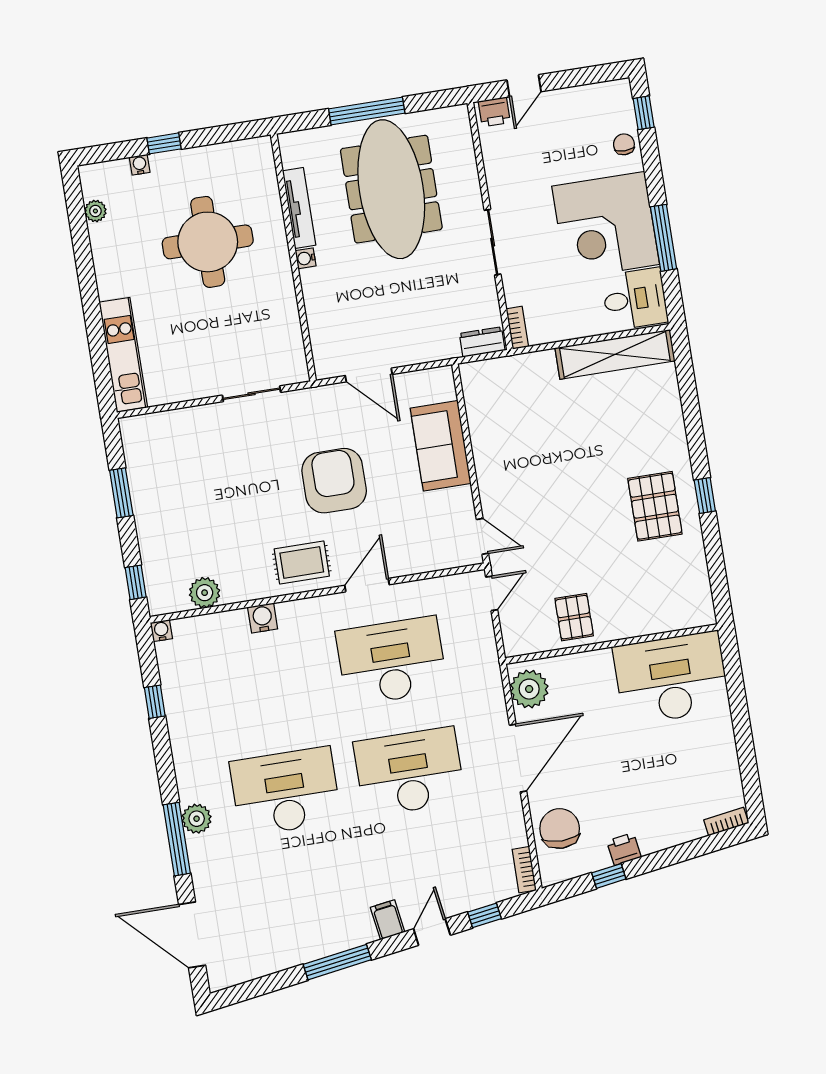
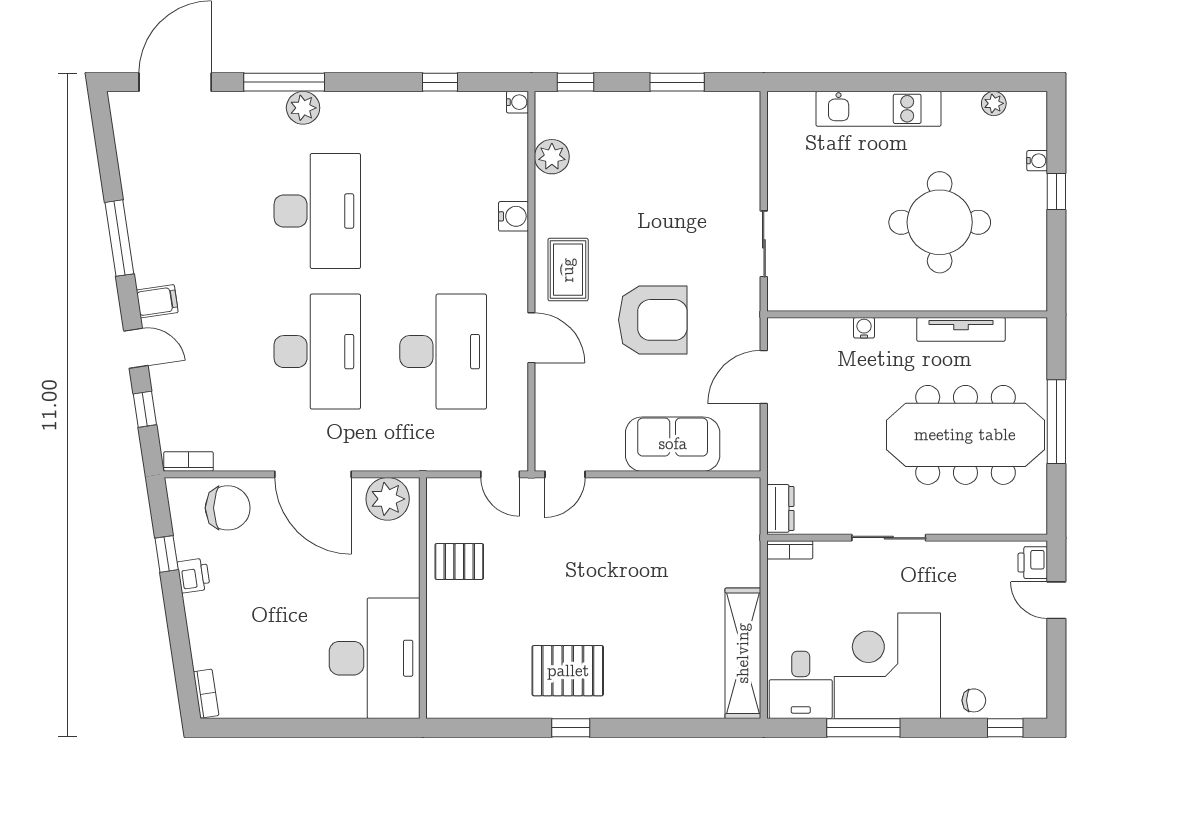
water cooler: (306, 258) -> (864, 328), moved
kitchen unit: (123, 355) -> (878, 109), moved

